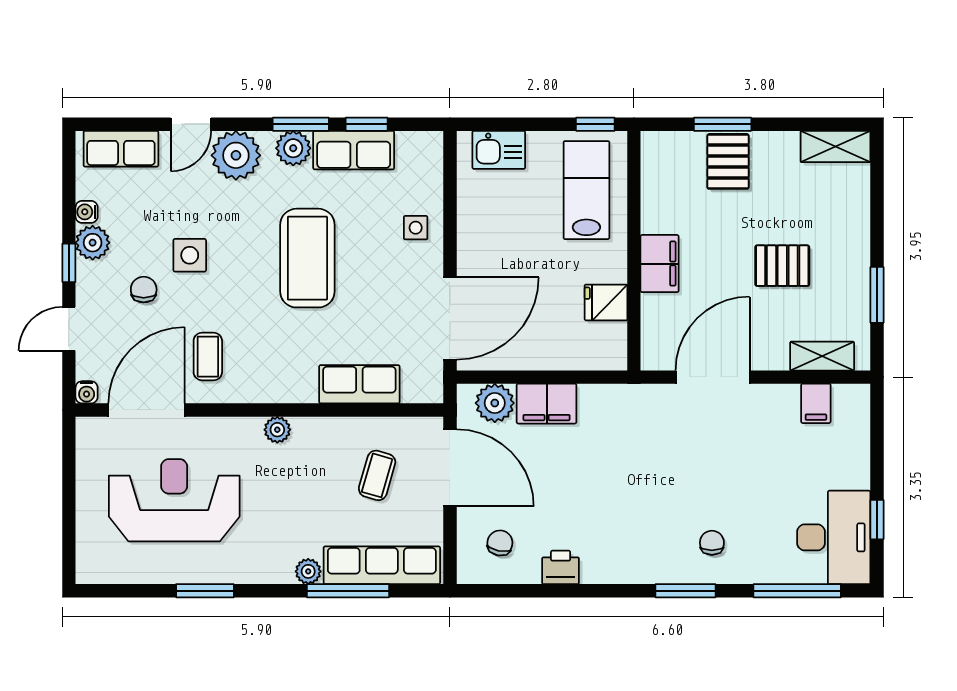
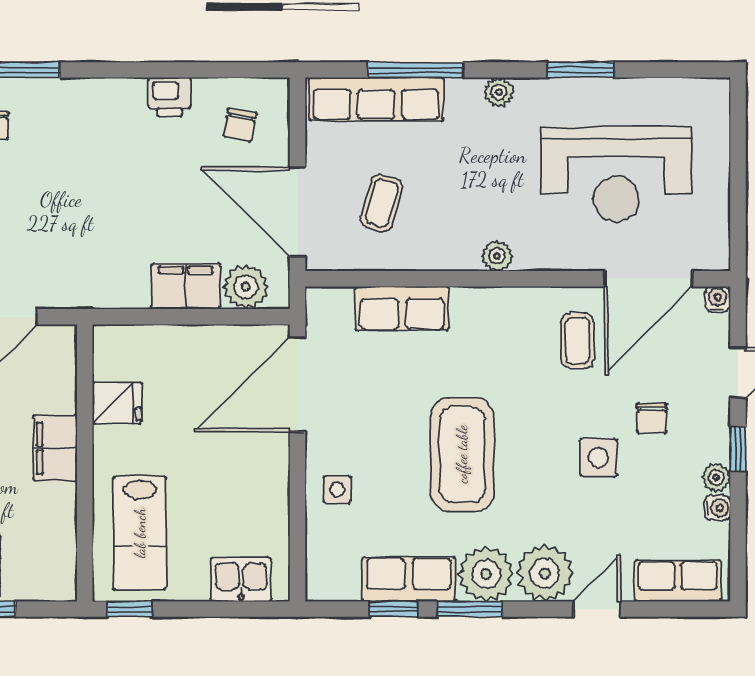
plant: (293, 148) -> (486, 574), width x1.36, depth x1.36
plant: (93, 243) -> (716, 478), width x0.73, depth x0.73
plant: (308, 571) -> (499, 92), moved

